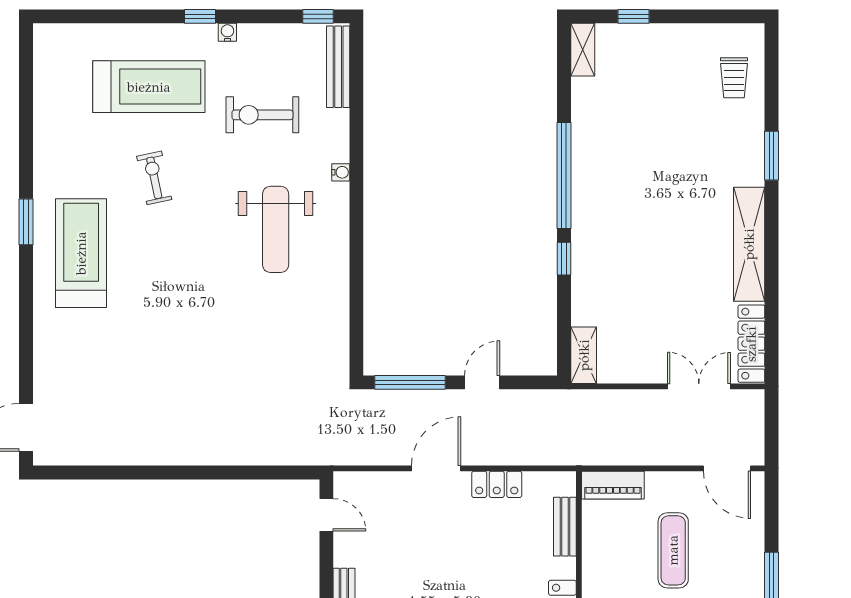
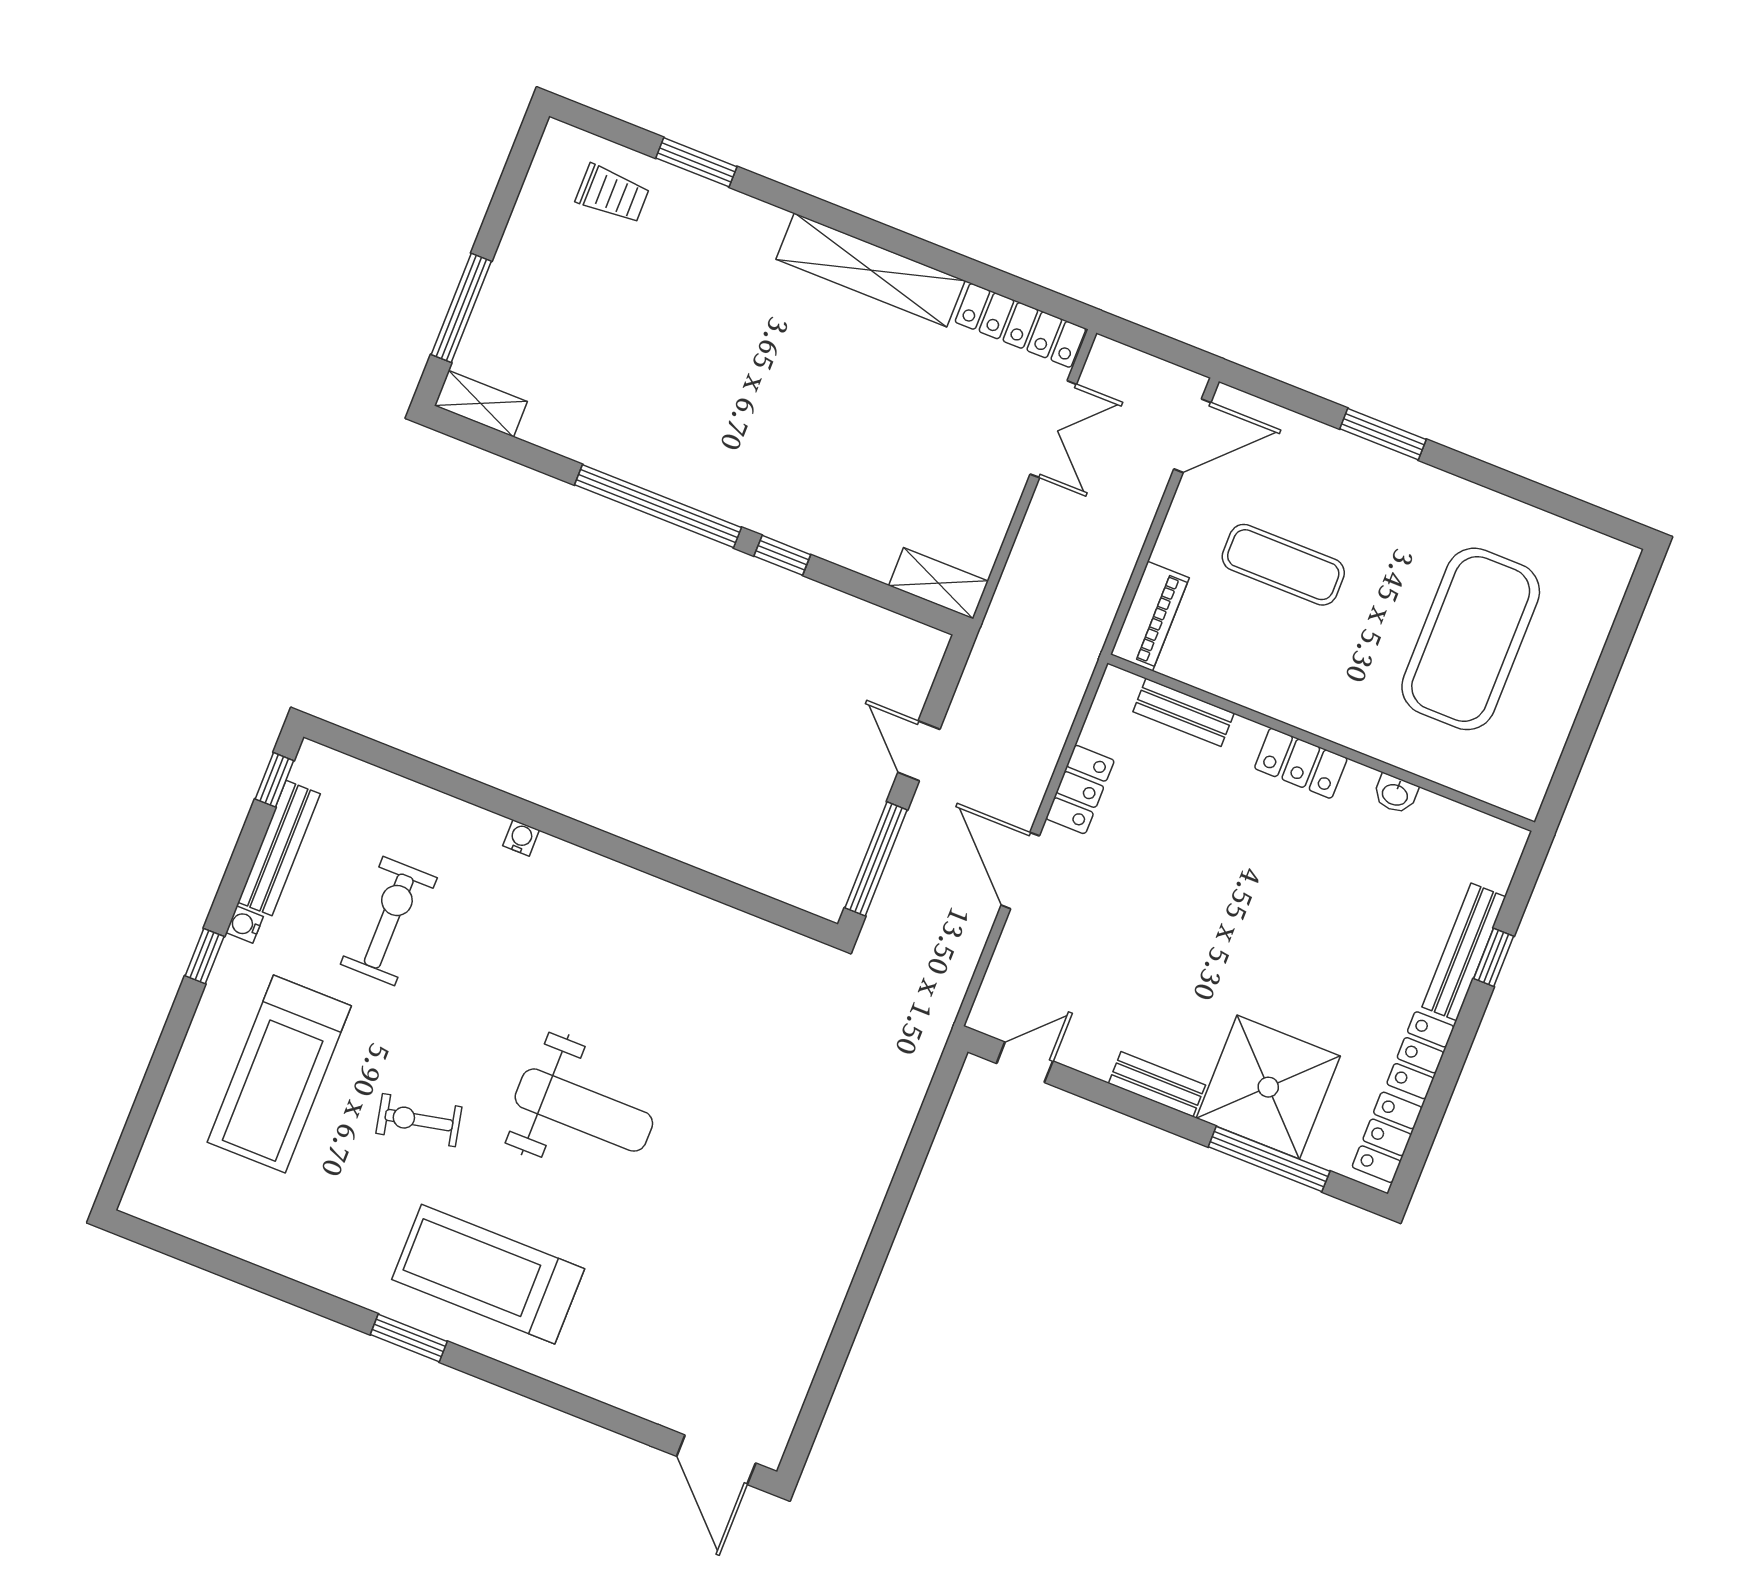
window: (634, 16) -> (461, 308), width x2.17
bench: (338, 67) -> (279, 848), moved, turned 90
treadmill: (149, 87) -> (279, 1074), turned 180
exercise bike: (262, 115) -> (389, 921), turned 180
window: (771, 156) -> (696, 162), moved
weight bench: (276, 229) -> (584, 1110), moved
double door: (699, 386) -> (1053, 429), swing flipped

